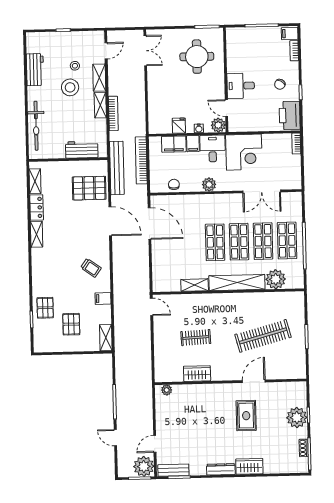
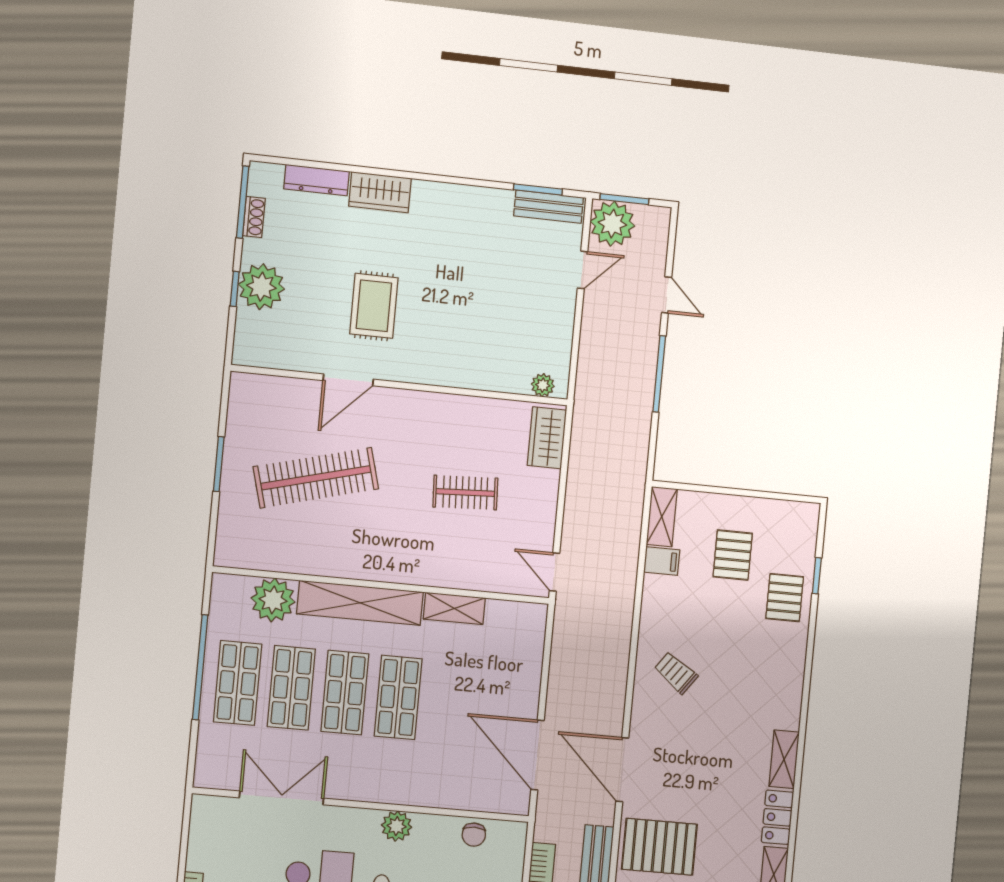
filing cabinet: (103, 298) -> (662, 561), moved
wardrobe: (197, 374) -> (547, 438), moved, turned 90
dresser: (221, 469) -> (317, 180), moved

